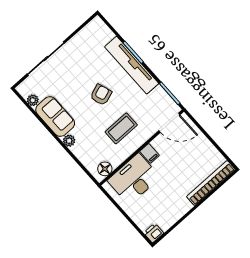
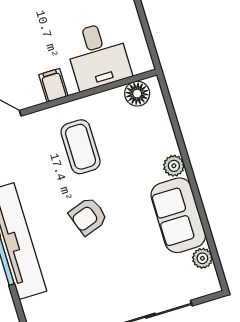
coffee table: (121, 128) -> (81, 147), turned 90
desk: (134, 179) -> (98, 56), width x0.73

